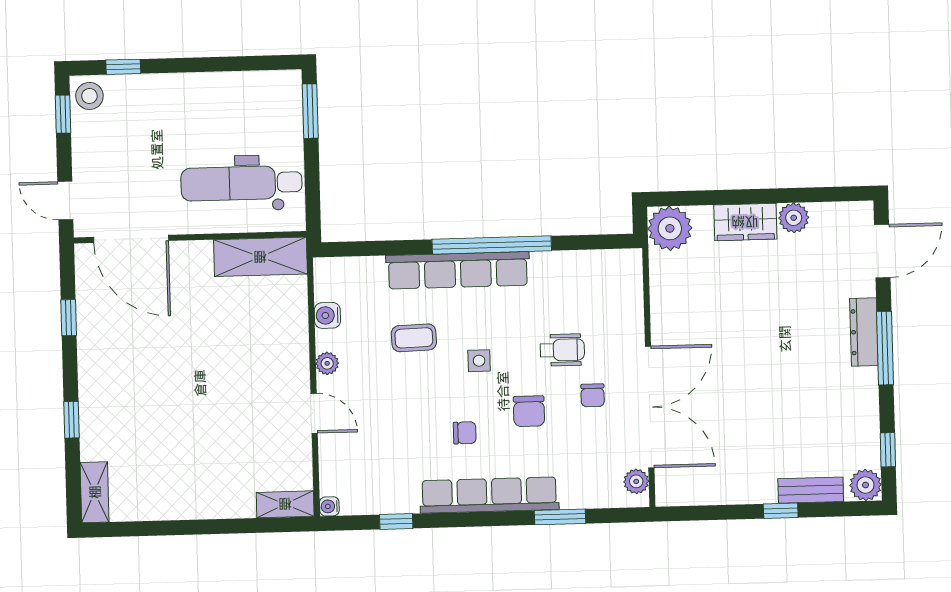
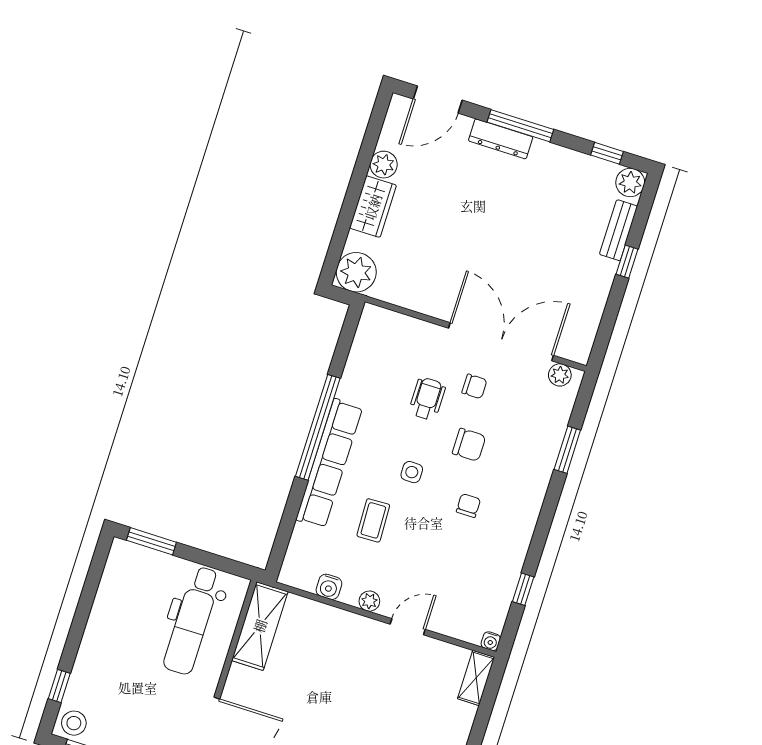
door: (882, 251) -> (438, 100), swing flipped
row of seats: (489, 495) -> (528, 503), removed

